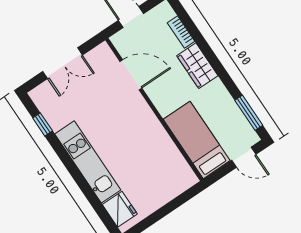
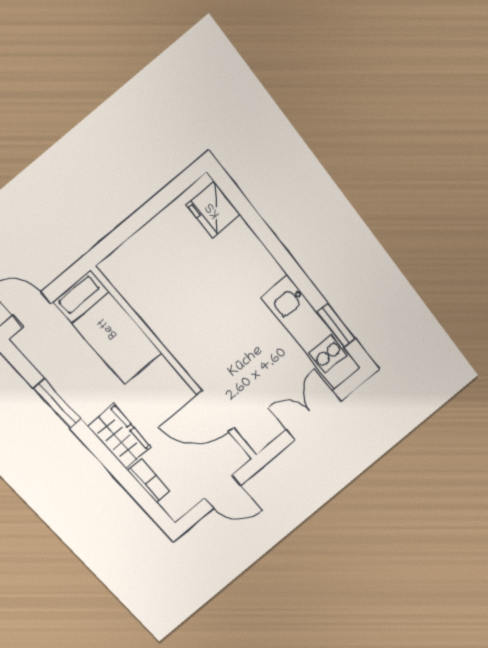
window: (249, 113) -> (57, 404), moved
window: (43, 124) -> (336, 325), width x1.50
kitchen unit: (88, 162) -> (311, 333), moved

